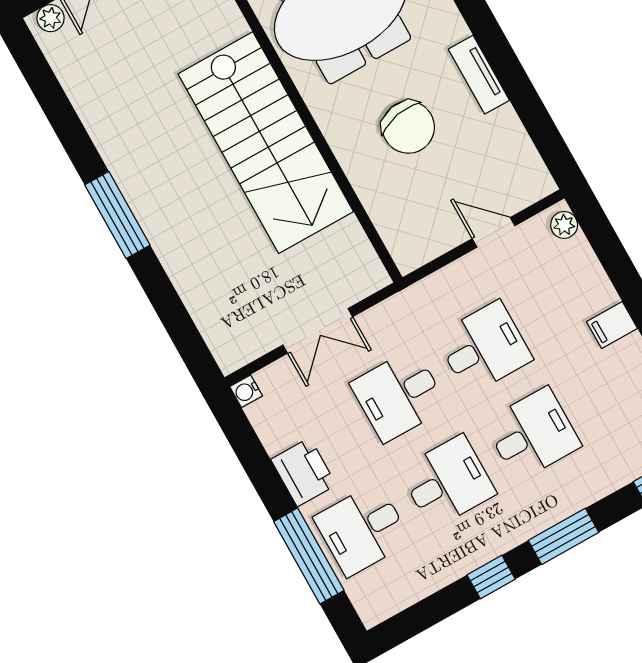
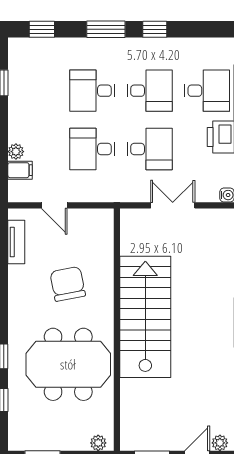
tv unit: (479, 75) -> (16, 242), moved
plant: (564, 225) -> (16, 152), moved
filing cabinet: (612, 325) -> (20, 170), moved
desk: (447, 482) -> (150, 91), turned 180

